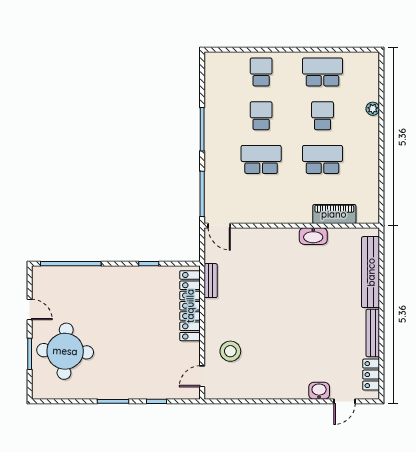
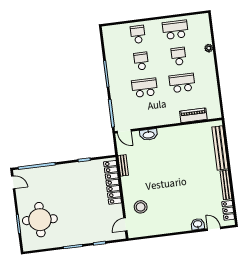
washbasin: (313, 236) -> (149, 135), moved
door: (30, 309) -> (13, 182), moved
door: (345, 401) -> (214, 229), swing flipped

